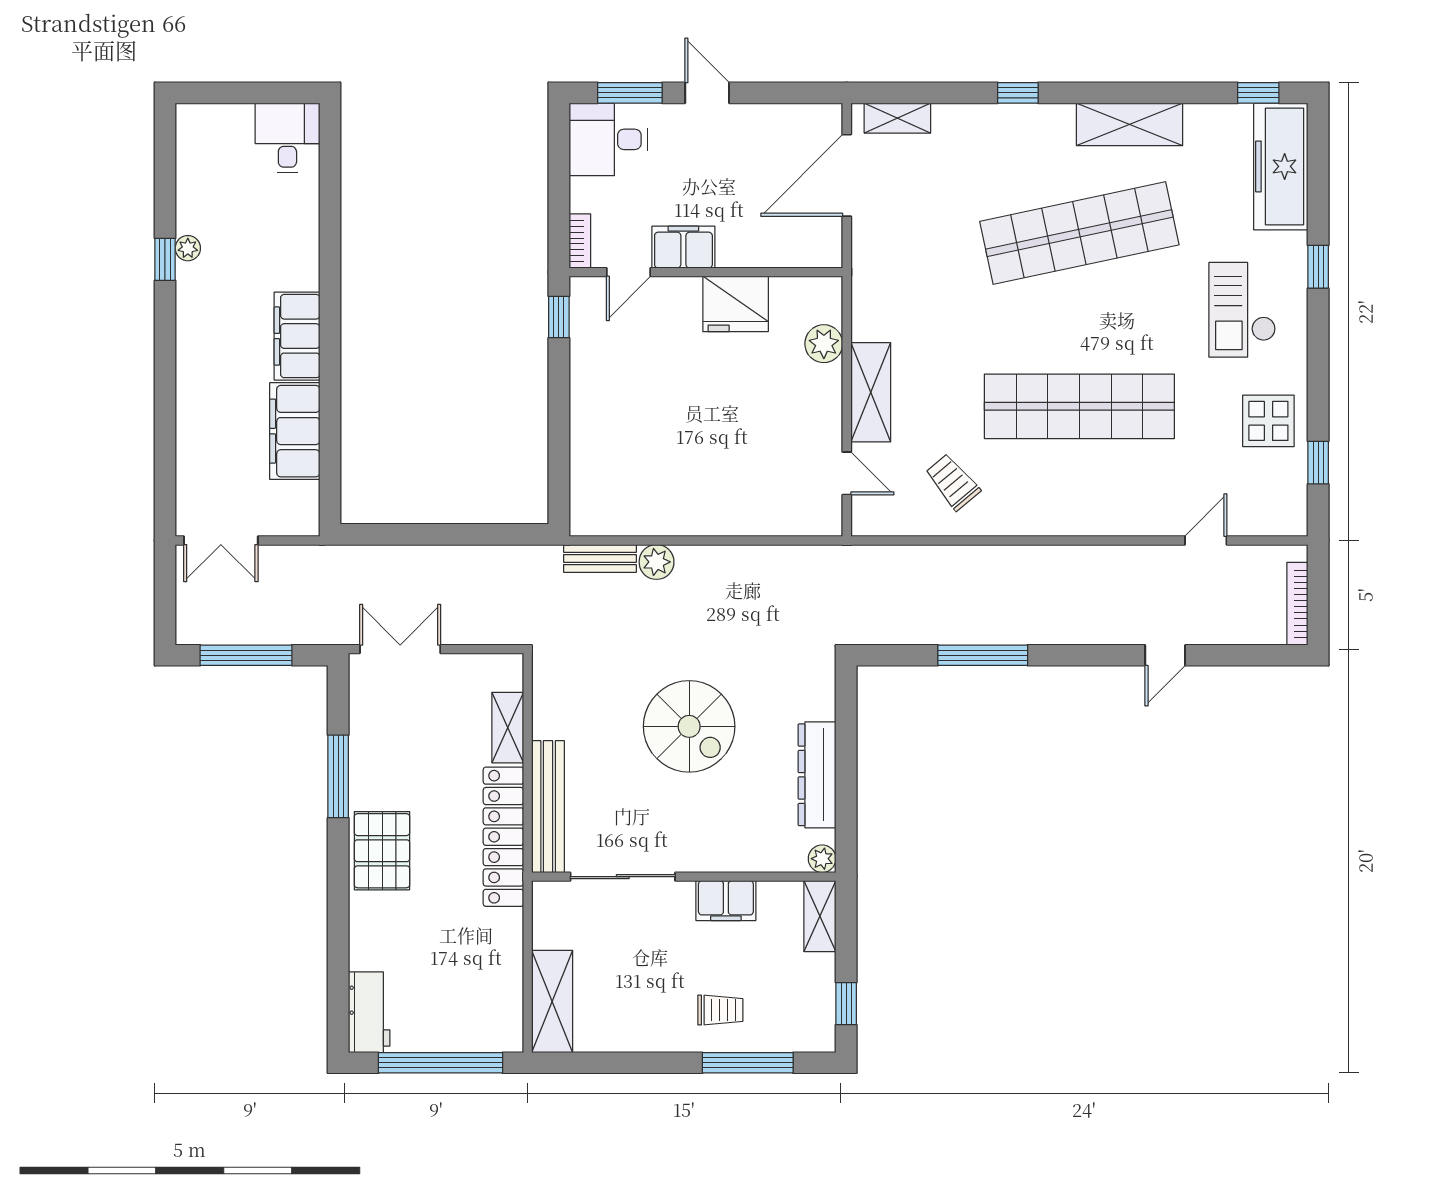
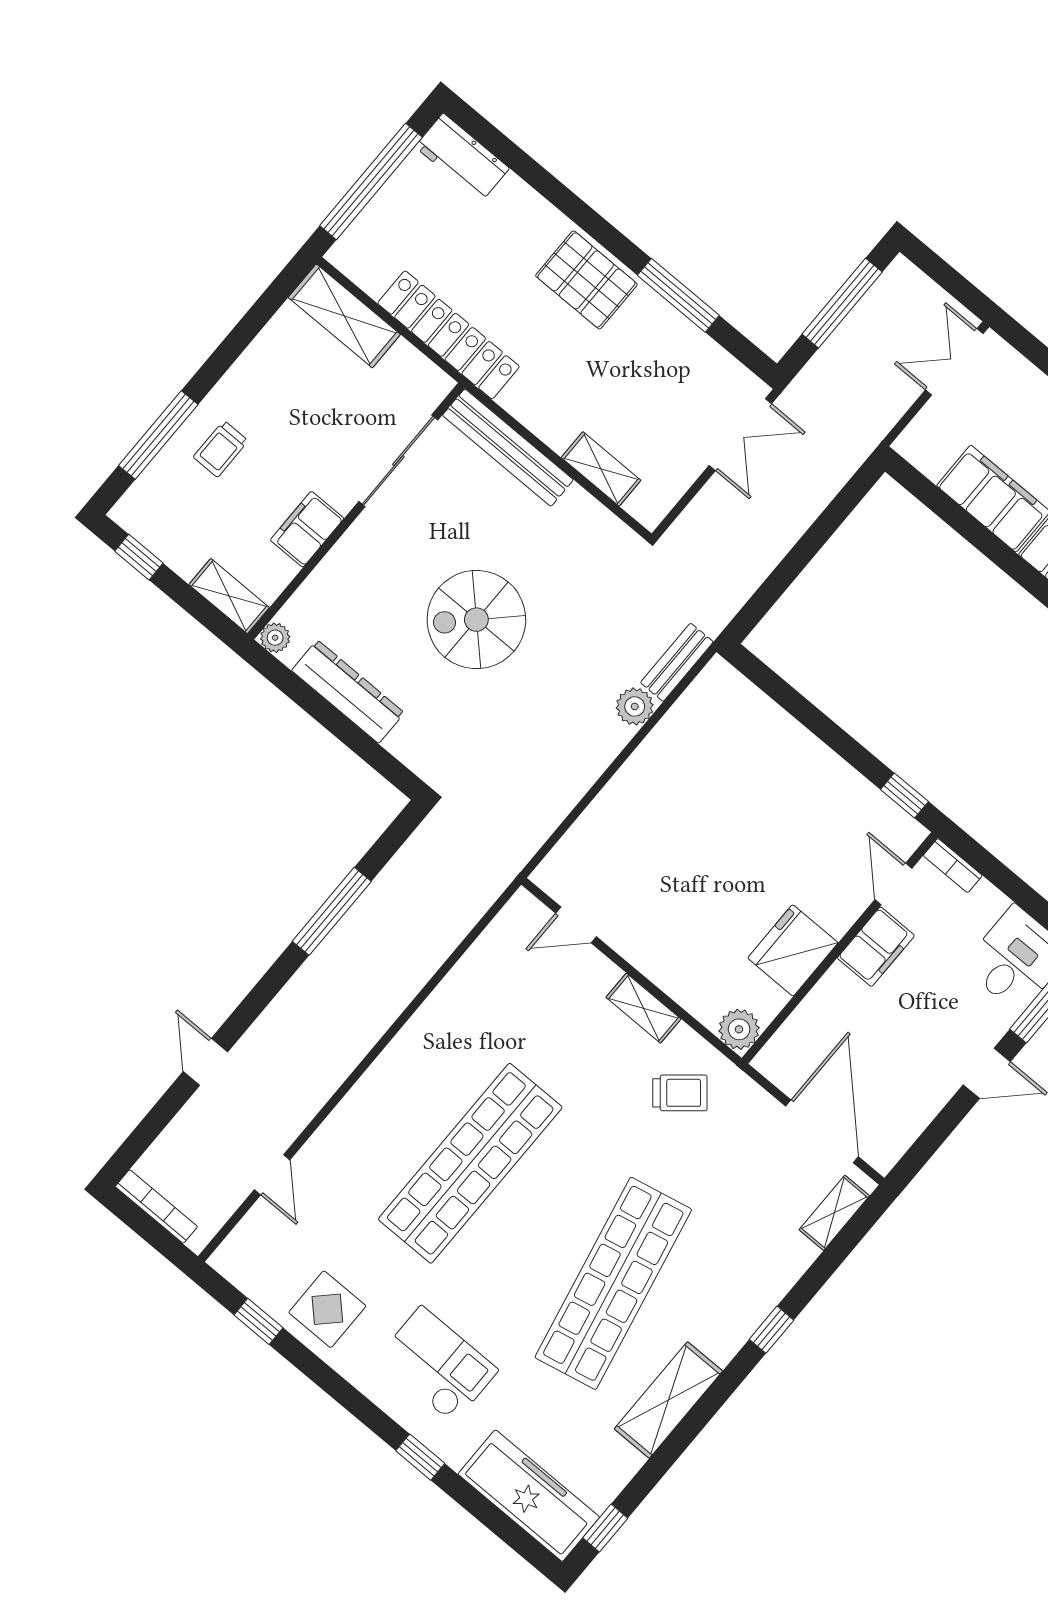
plant: (824, 344) -> (739, 1029), moved
shelving: (871, 392) -> (643, 1008), width x0.67, depth x0.75
trolley: (953, 482) -> (680, 1093), moved
locker: (503, 837) -> (449, 335), moved

